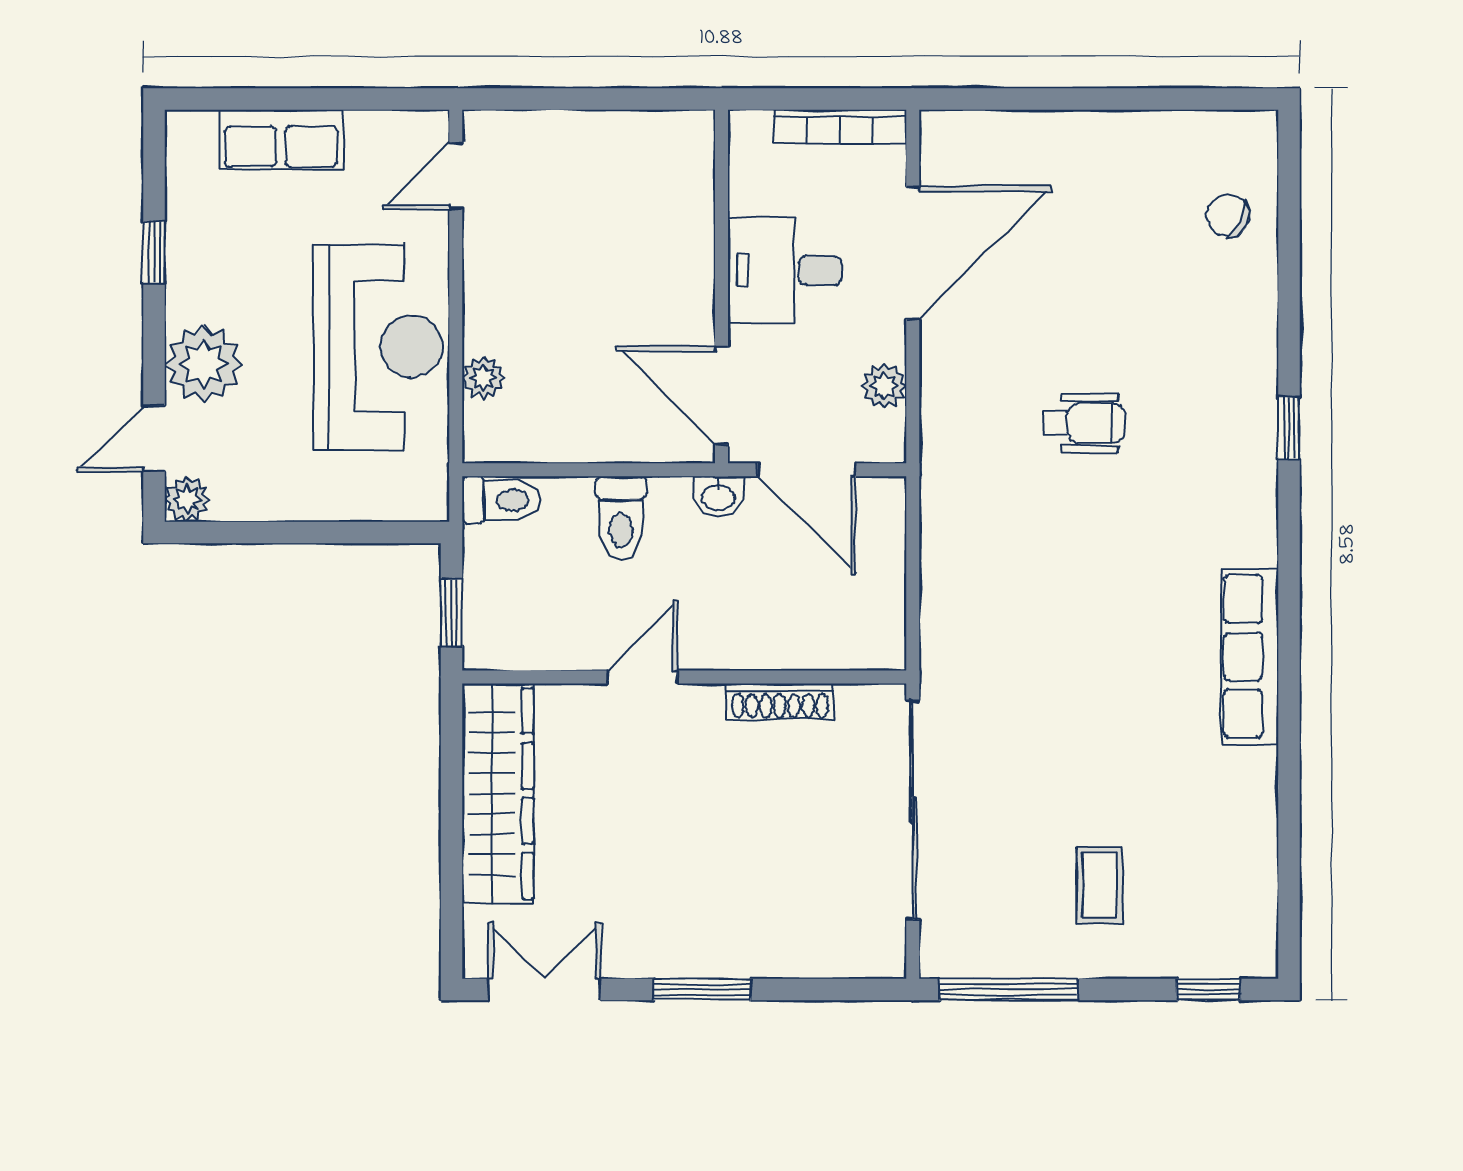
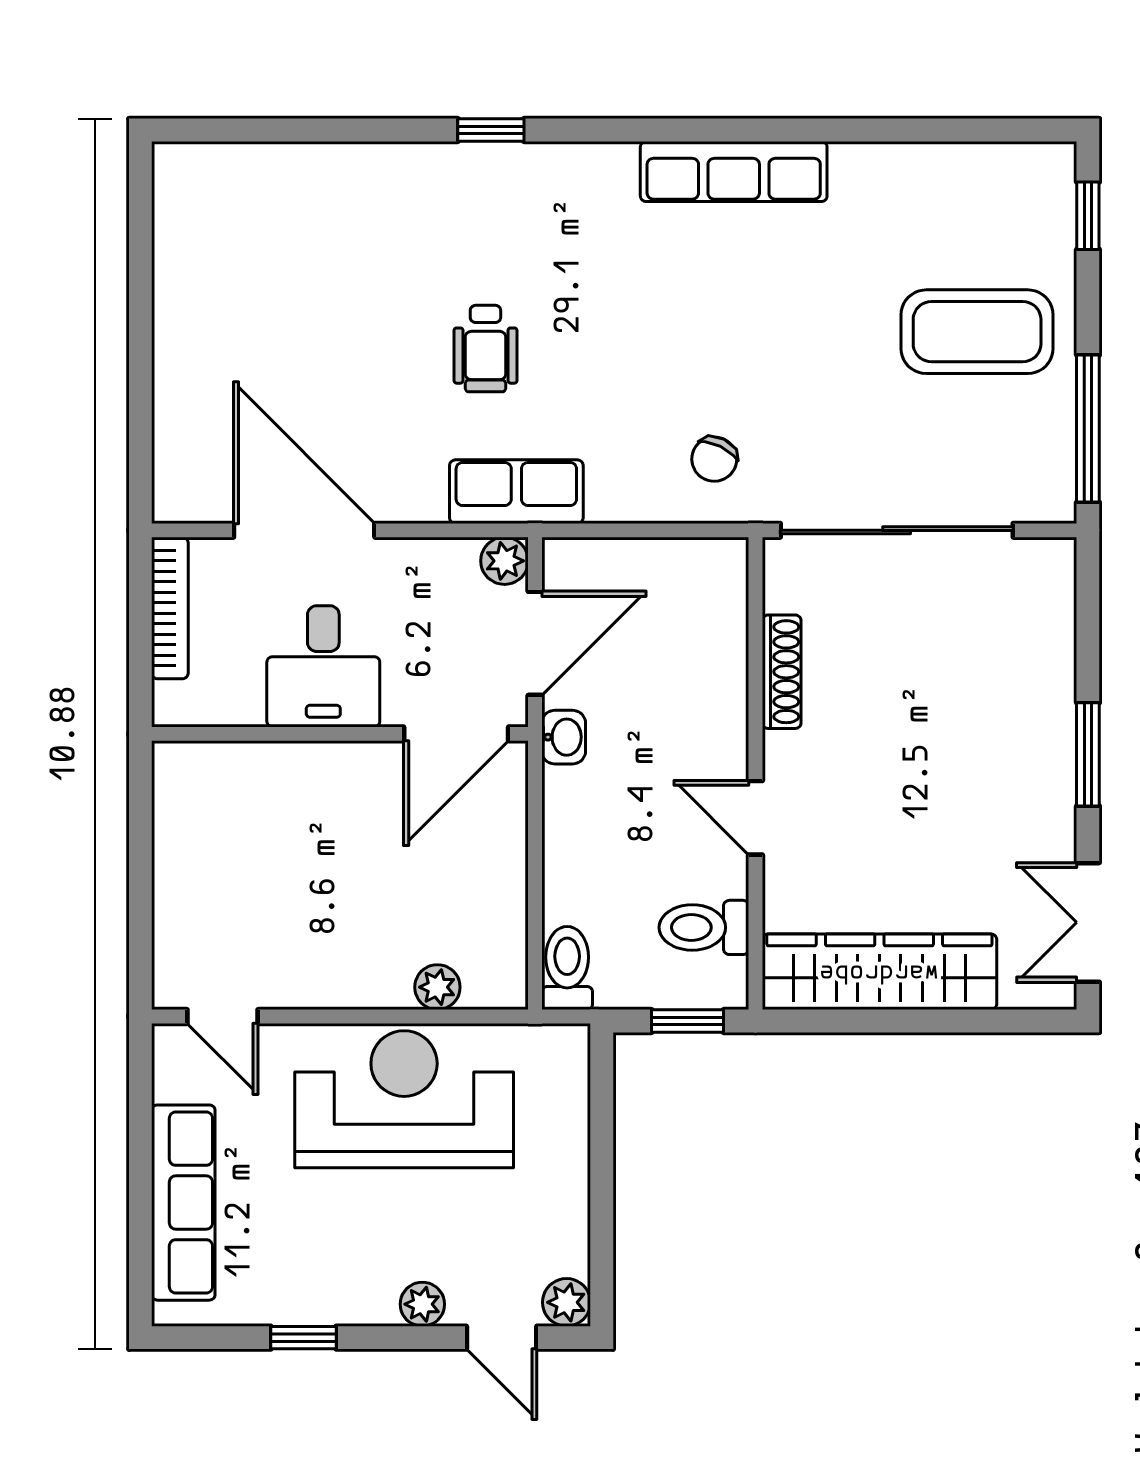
row of seats: (281, 139) -> (183, 1203), width x1.48
chair: (1228, 216) -> (714, 459), moved
plant: (204, 364) -> (422, 1304), width x0.53, depth x0.53
plant: (884, 386) -> (505, 561), moved
wheelchair: (1084, 423) -> (485, 349), turned 180
row of seats: (949, 452) -> (516, 492), added
toilet: (621, 518) -> (704, 927), moved, turned 180
coffee table: (1099, 885) -> (977, 332), width x1.86, depth x1.72

